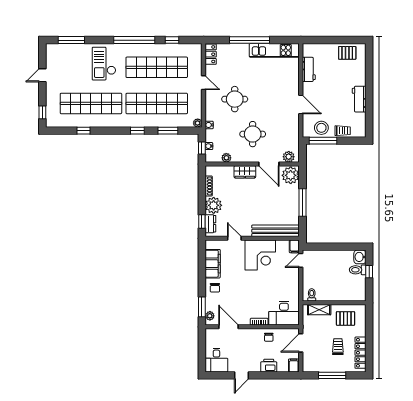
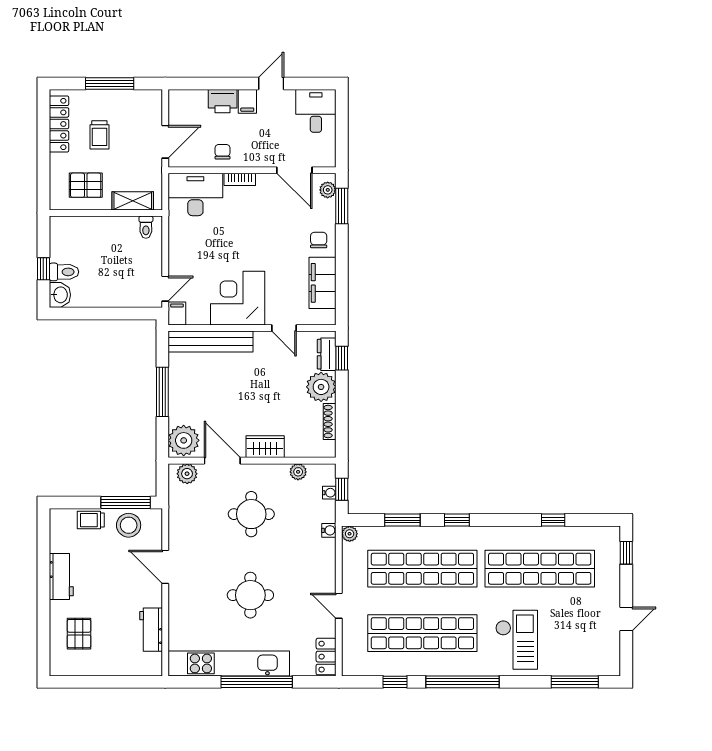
kitchen unit: (274, 50) -> (229, 663), width x1.36
pallet: (347, 53) -> (79, 634), moved, turned 90
round table: (235, 99) -> (250, 595), moved
filing cabinet: (294, 365) -> (247, 101), moved

